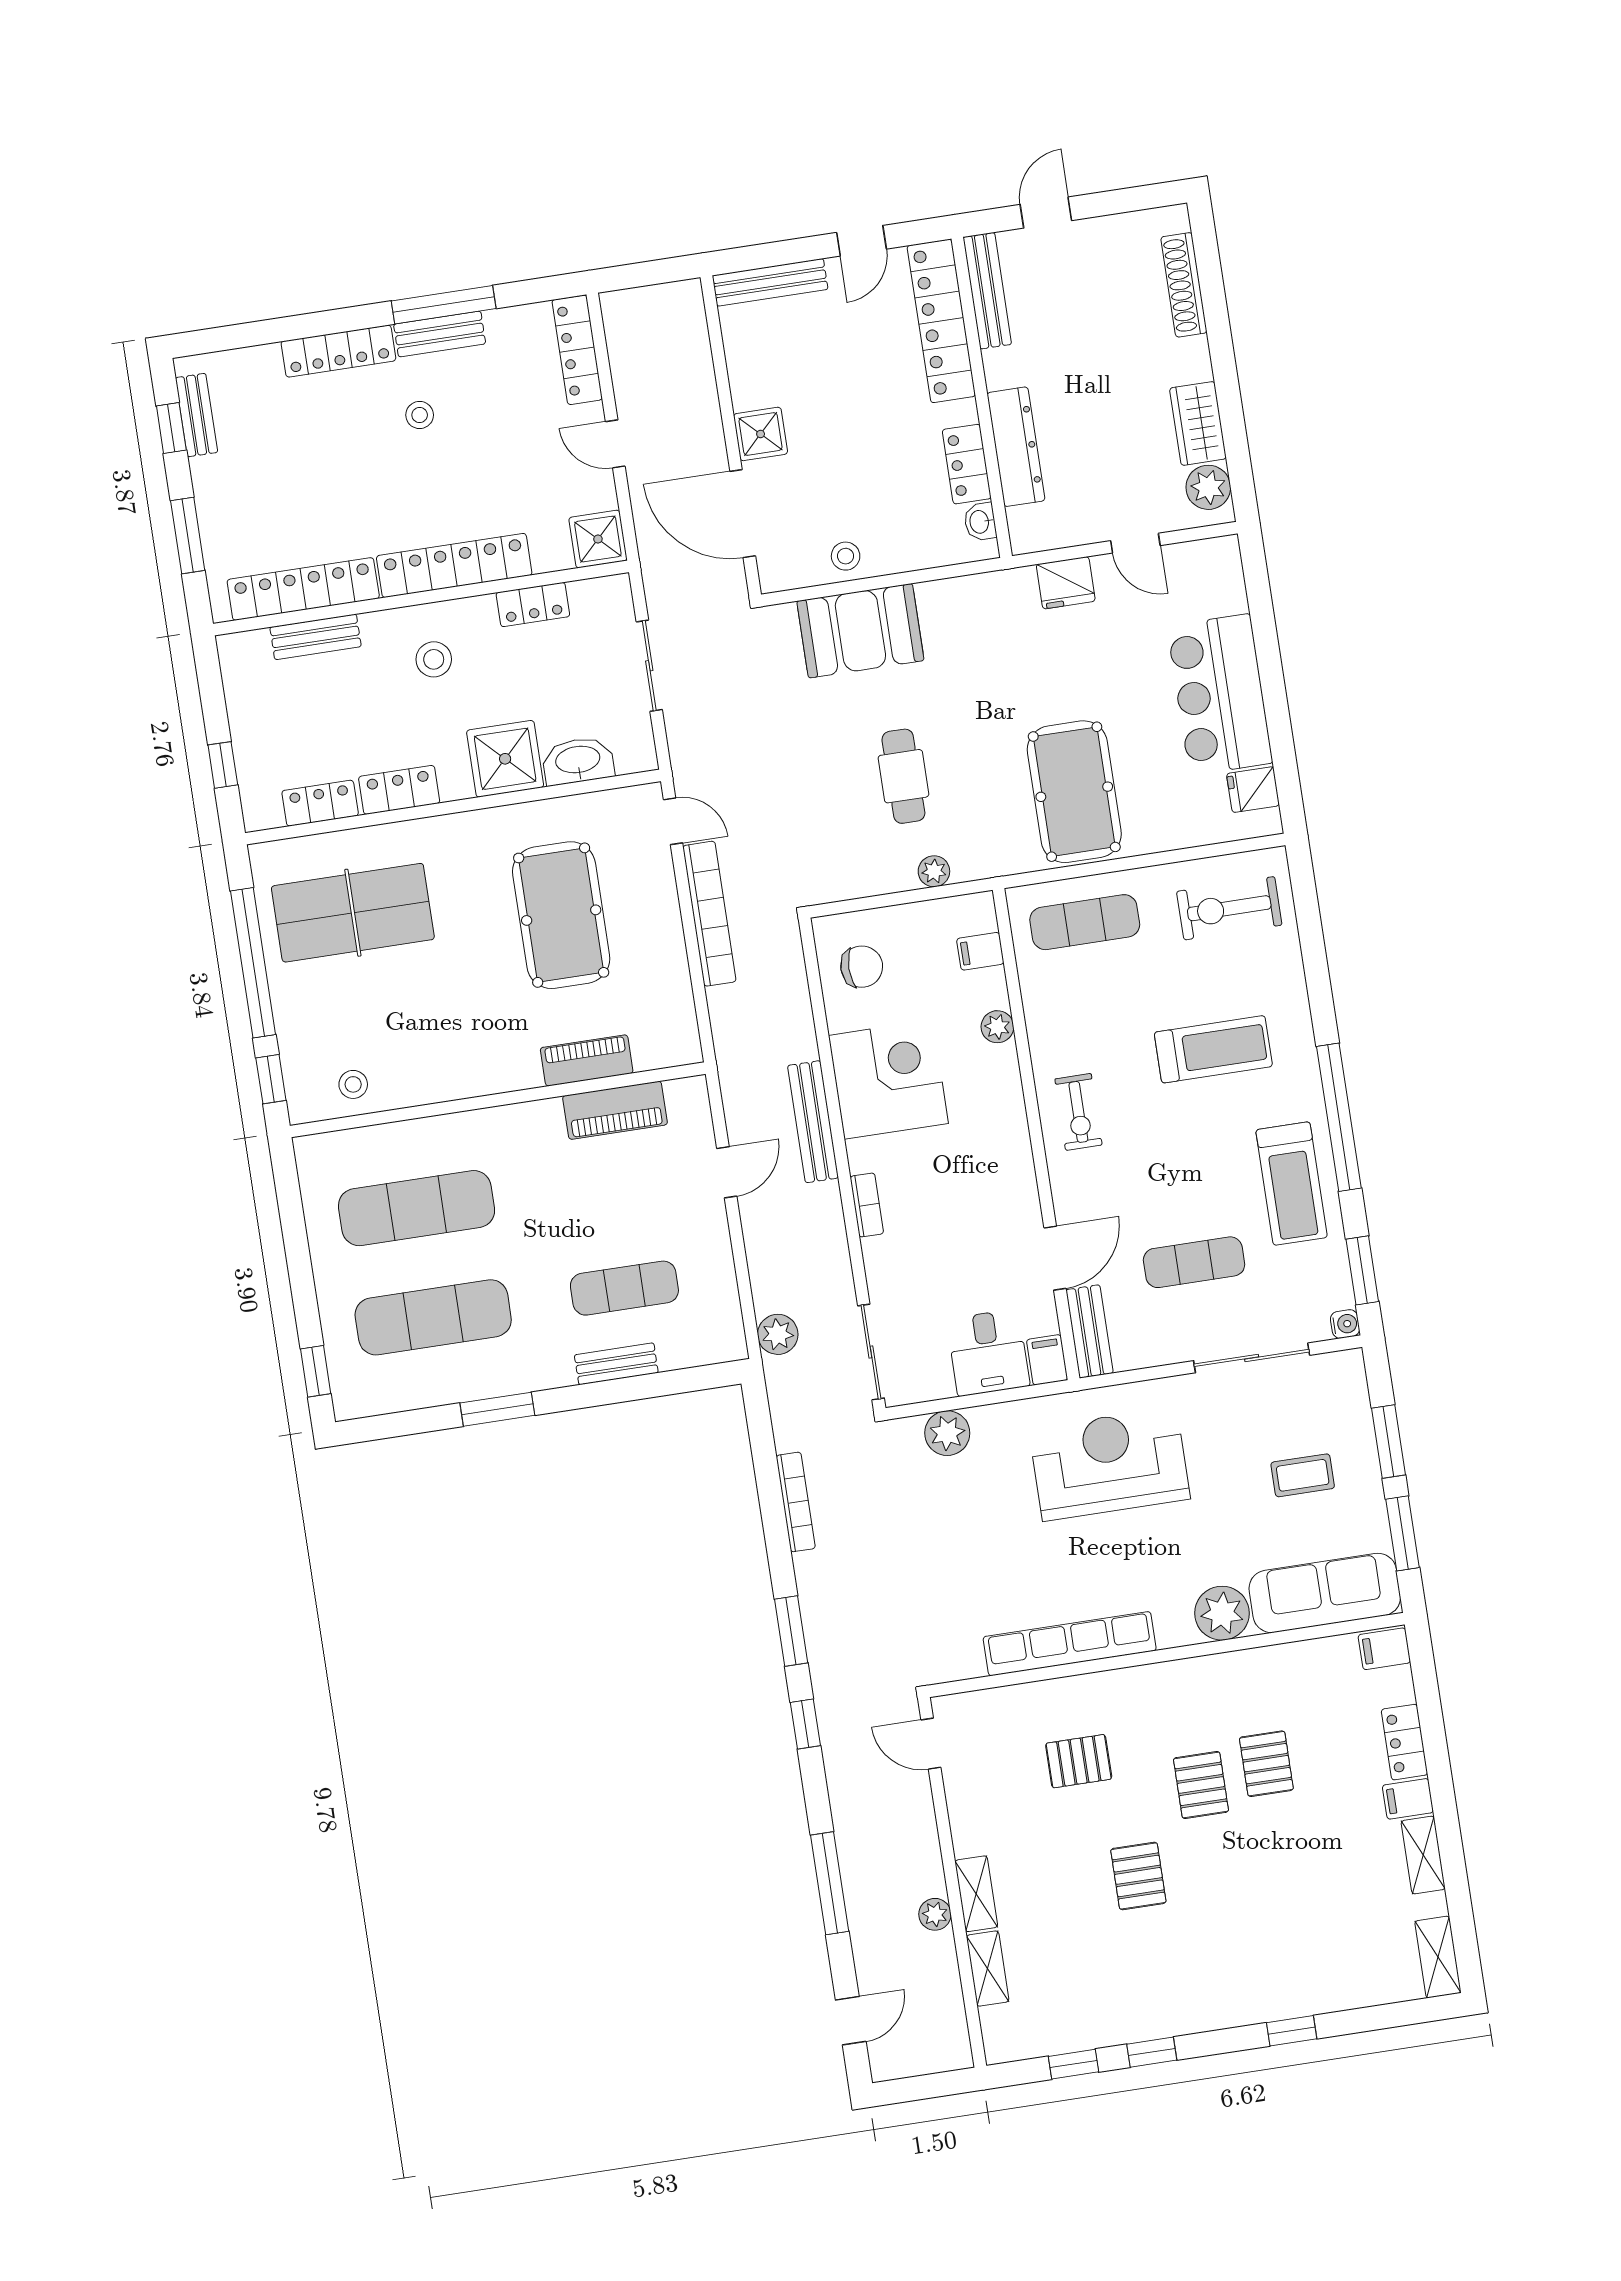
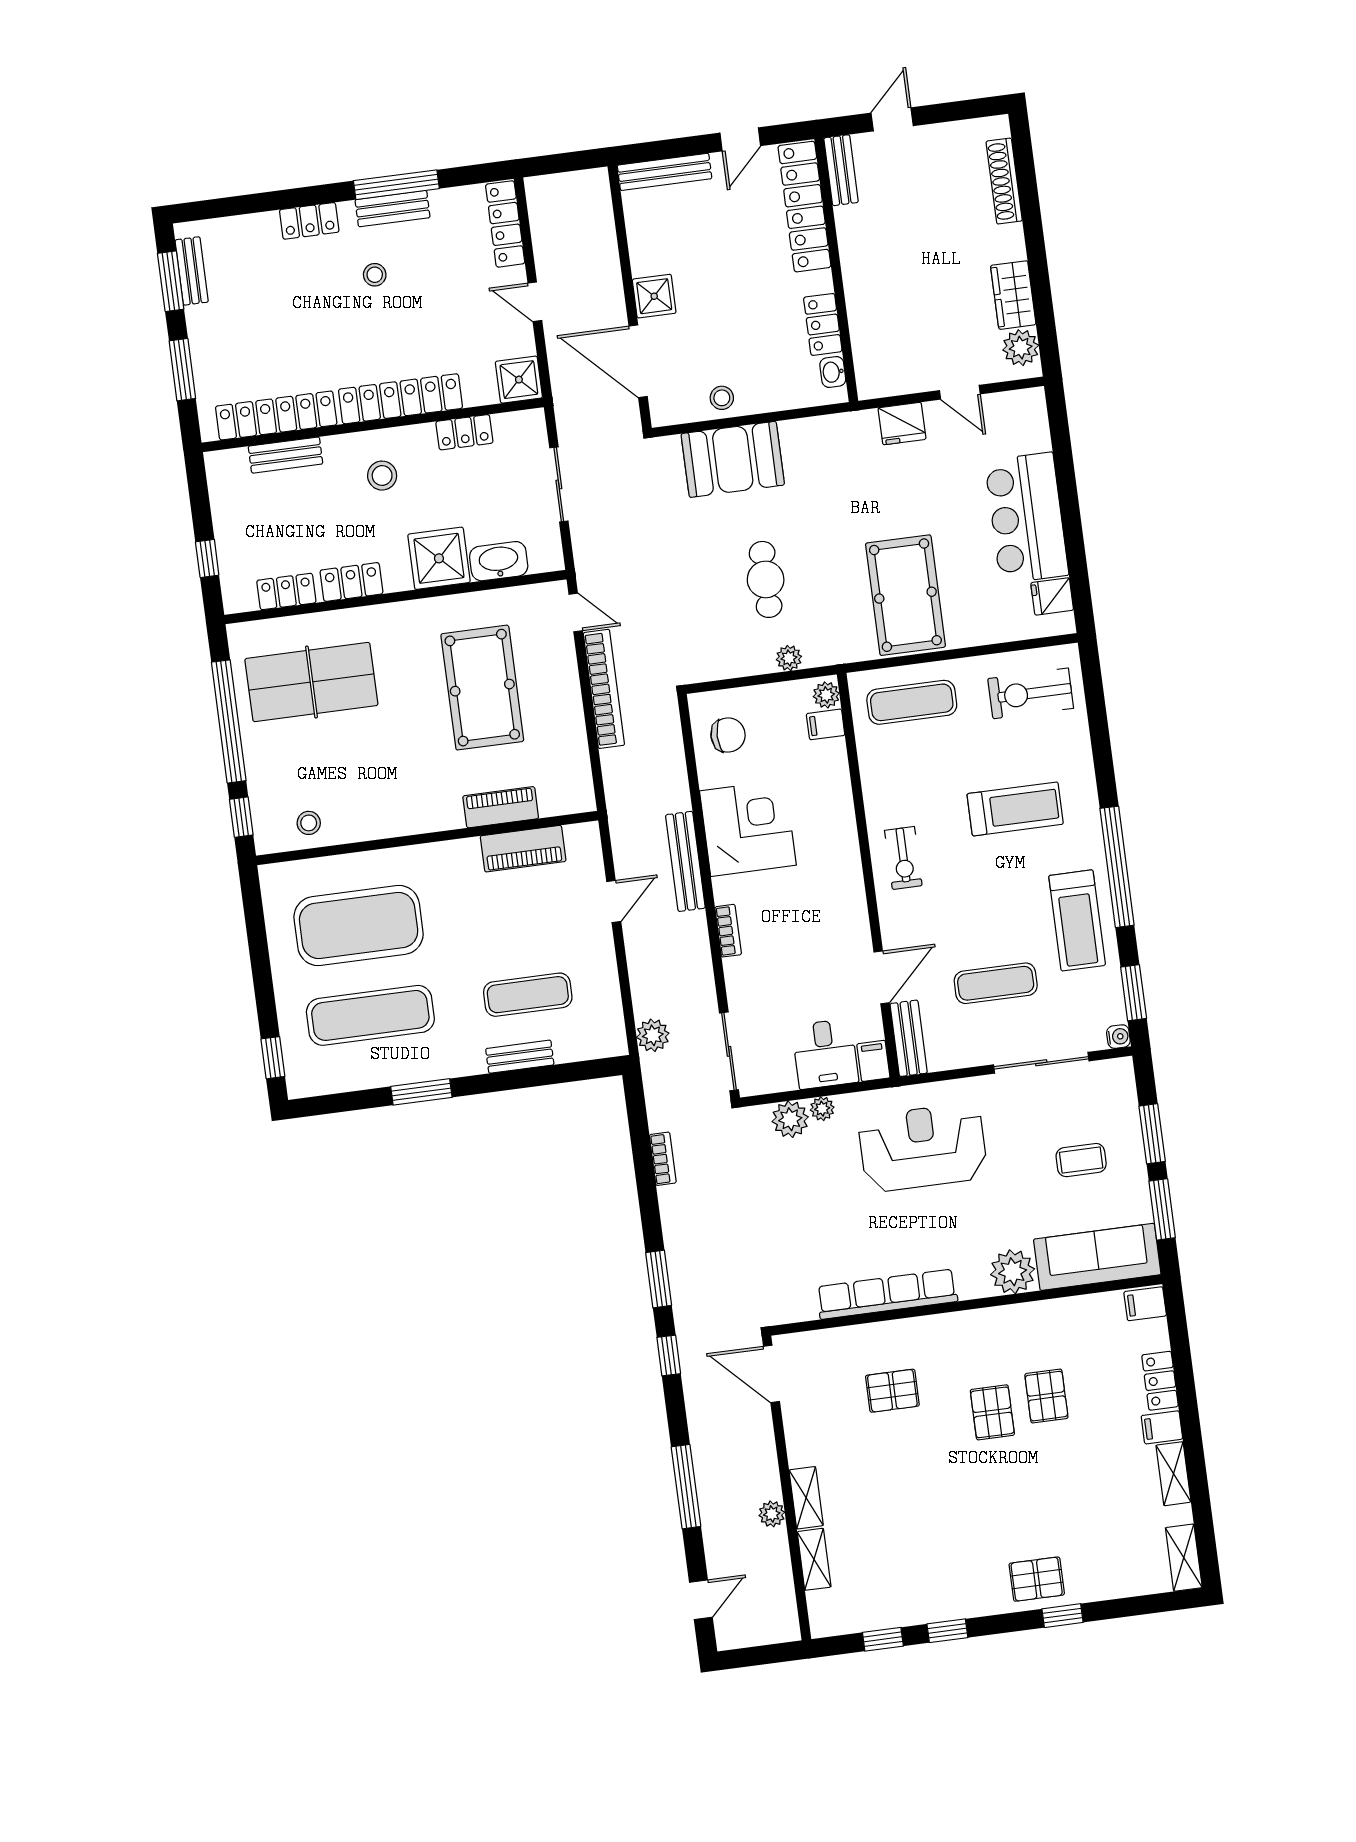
bench: (987, 291) -> (841, 170), width x0.73
locker: (338, 351) -> (309, 221), width x0.66
window: (171, 428) -> (171, 281), width x1.50
dresser: (1016, 447) -> (863, 311), removed
plant: (997, 1027) -> (826, 695), moved
exercise mat: (417, 1208) -> (359, 926), width x1.47
plant: (986, 1419) -> (822, 1109), added
bookcase: (796, 1502) -> (663, 1159), width x0.64
door: (931, 1744) -> (771, 1374), width x1.38
pallet: (1138, 1876) -> (1037, 1579), moved, turned 90

